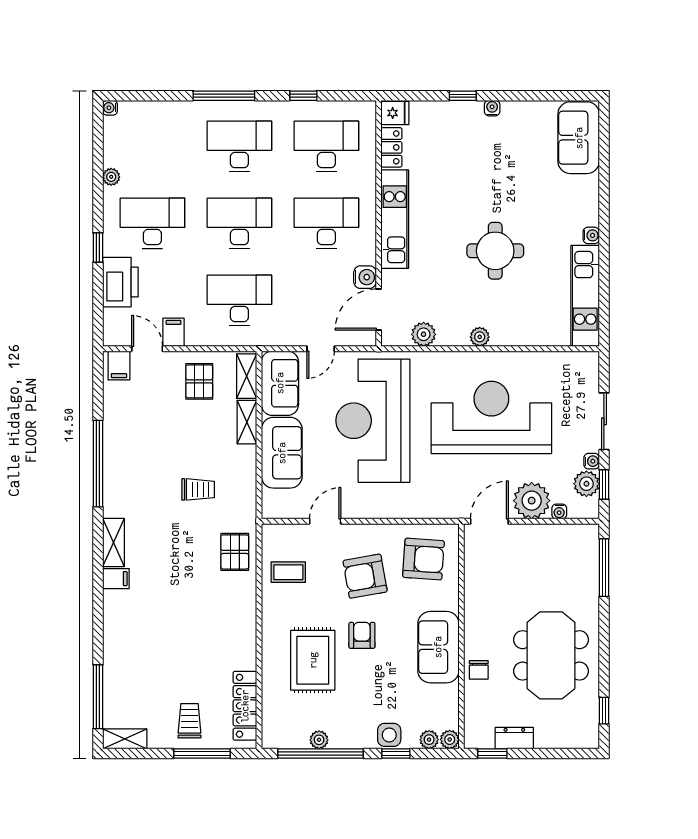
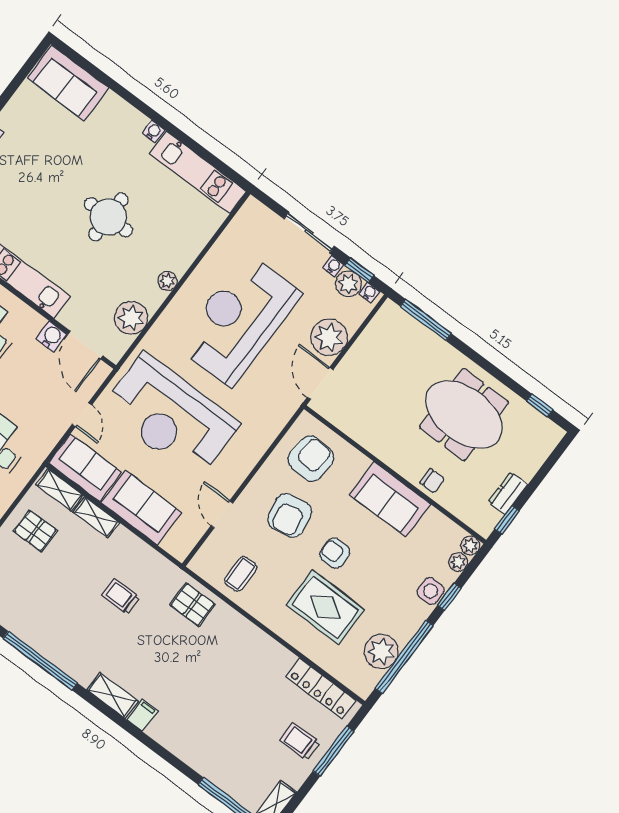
plant: (424, 334) -> (131, 318), width x1.36, depth x1.36
trolley: (198, 489) -> (121, 596), turned -90
water cooler: (559, 512) -> (369, 293), moved, turned -90
plant: (319, 740) -> (381, 651), width x1.88, depth x1.88

